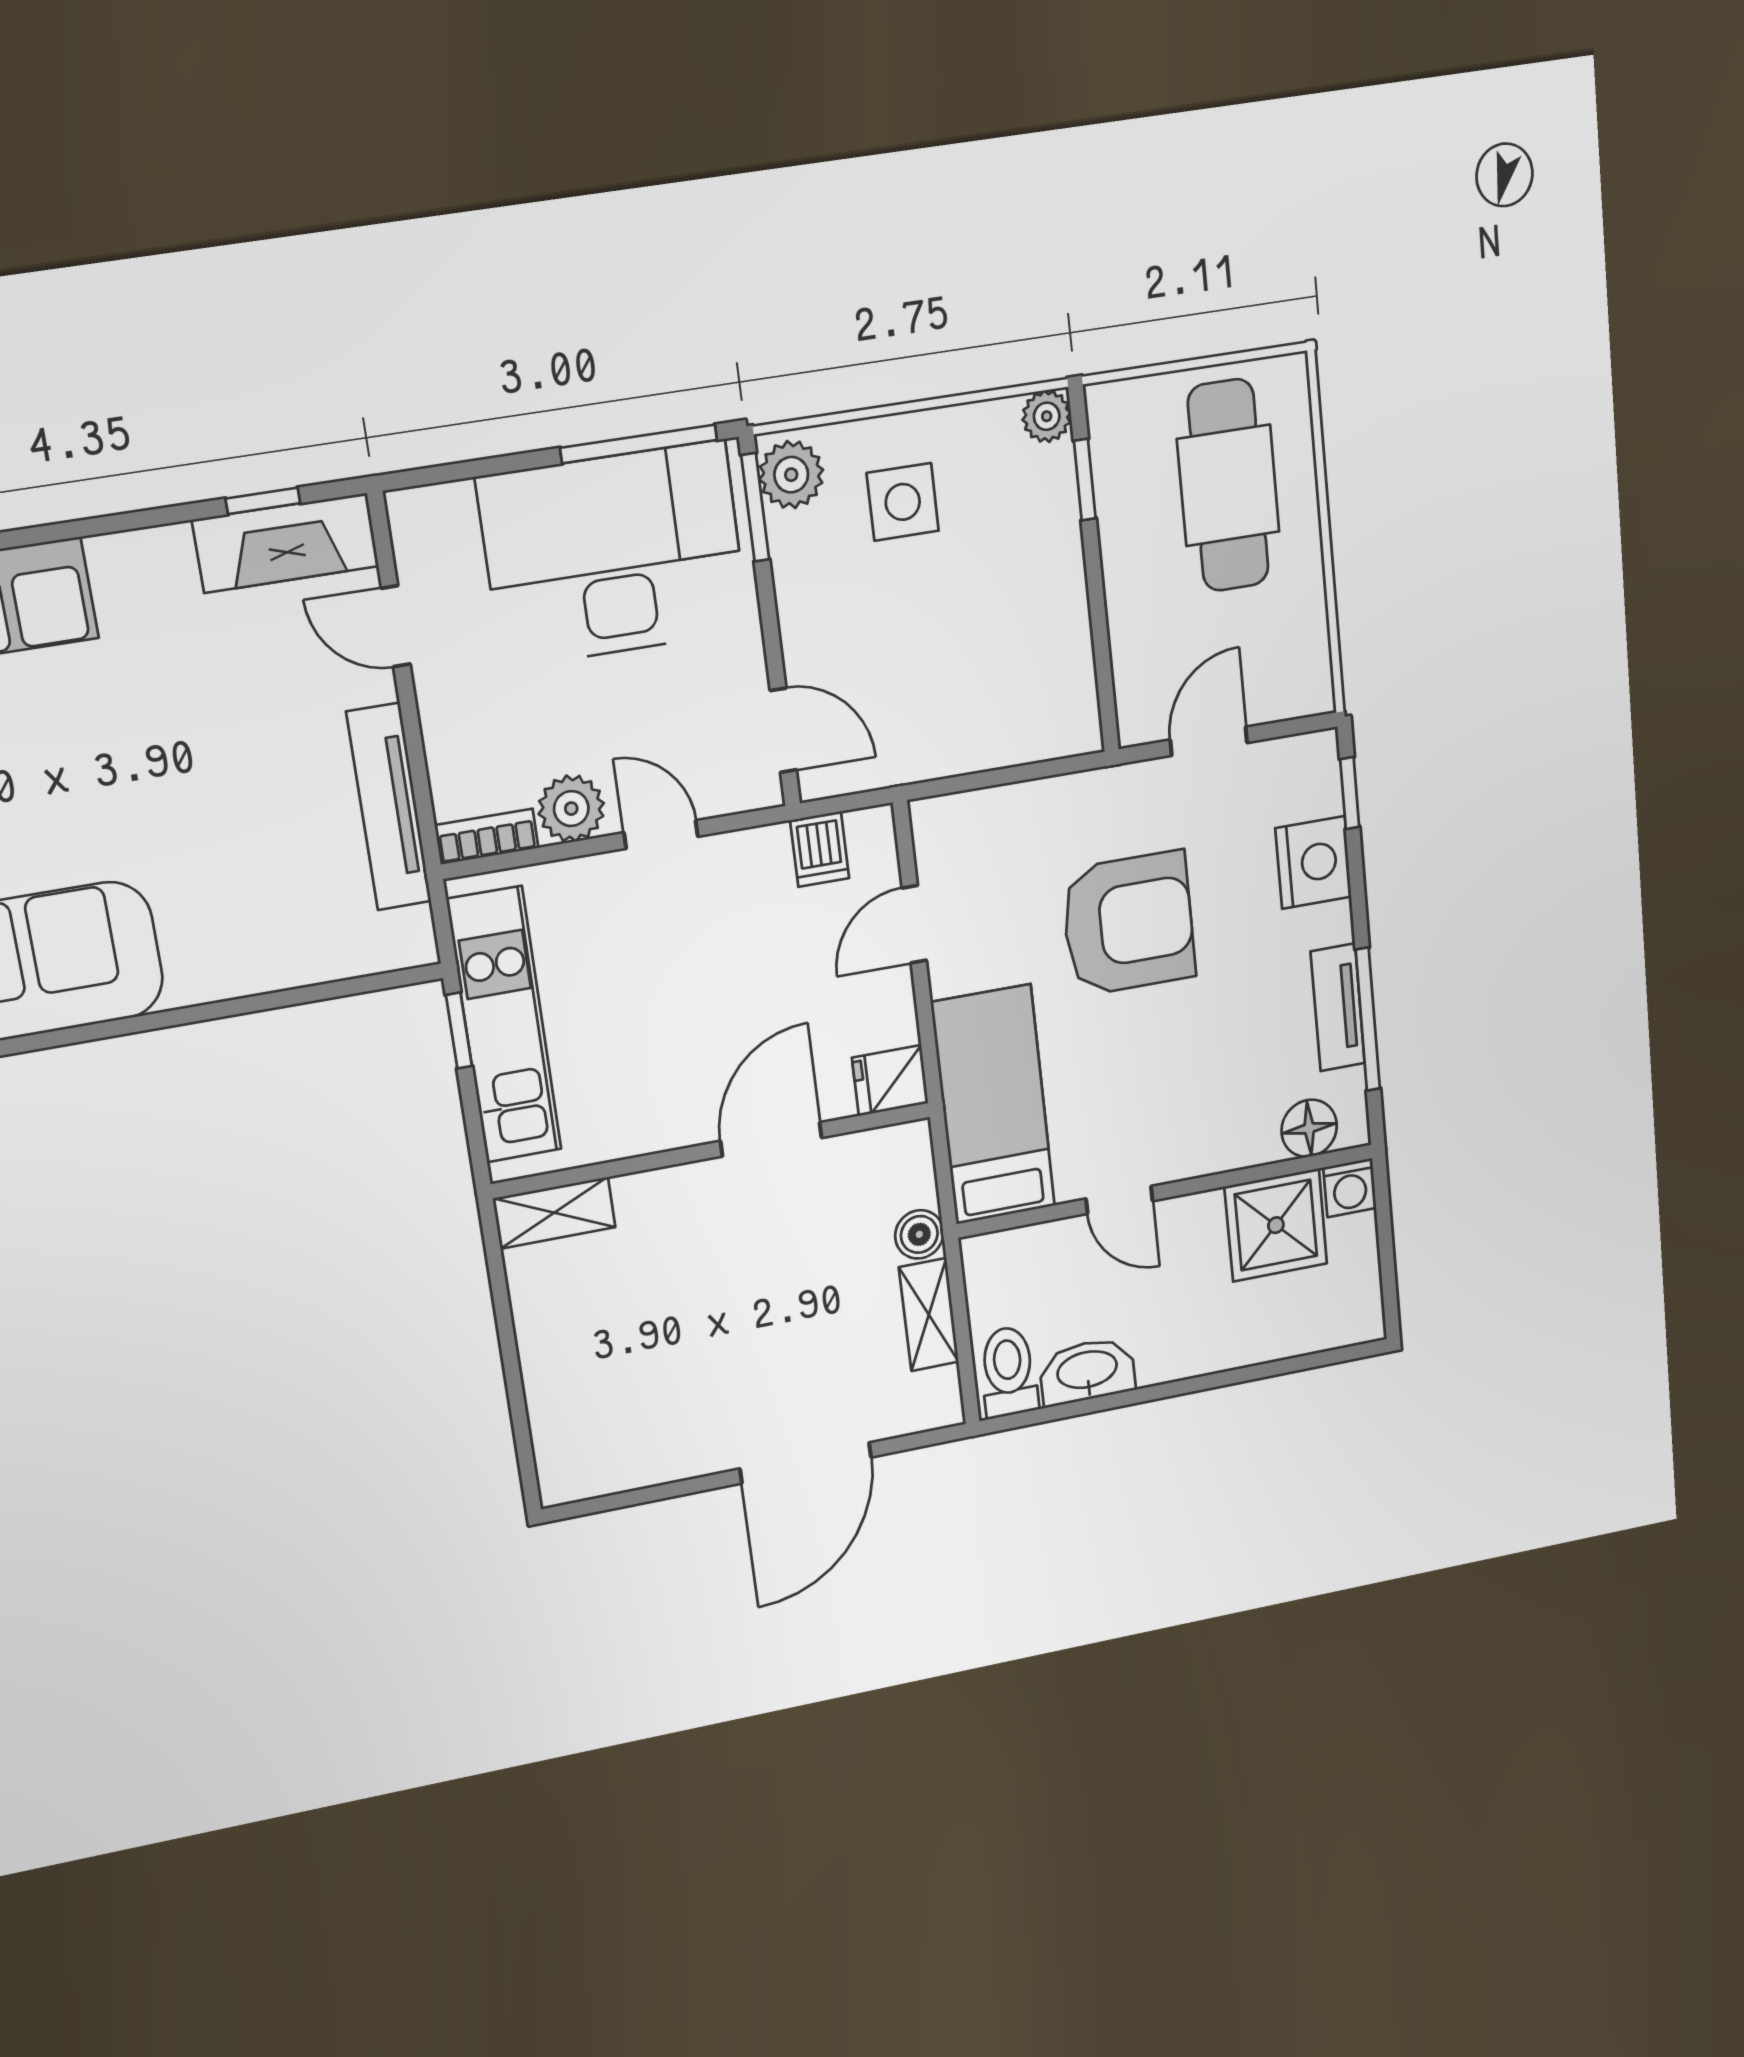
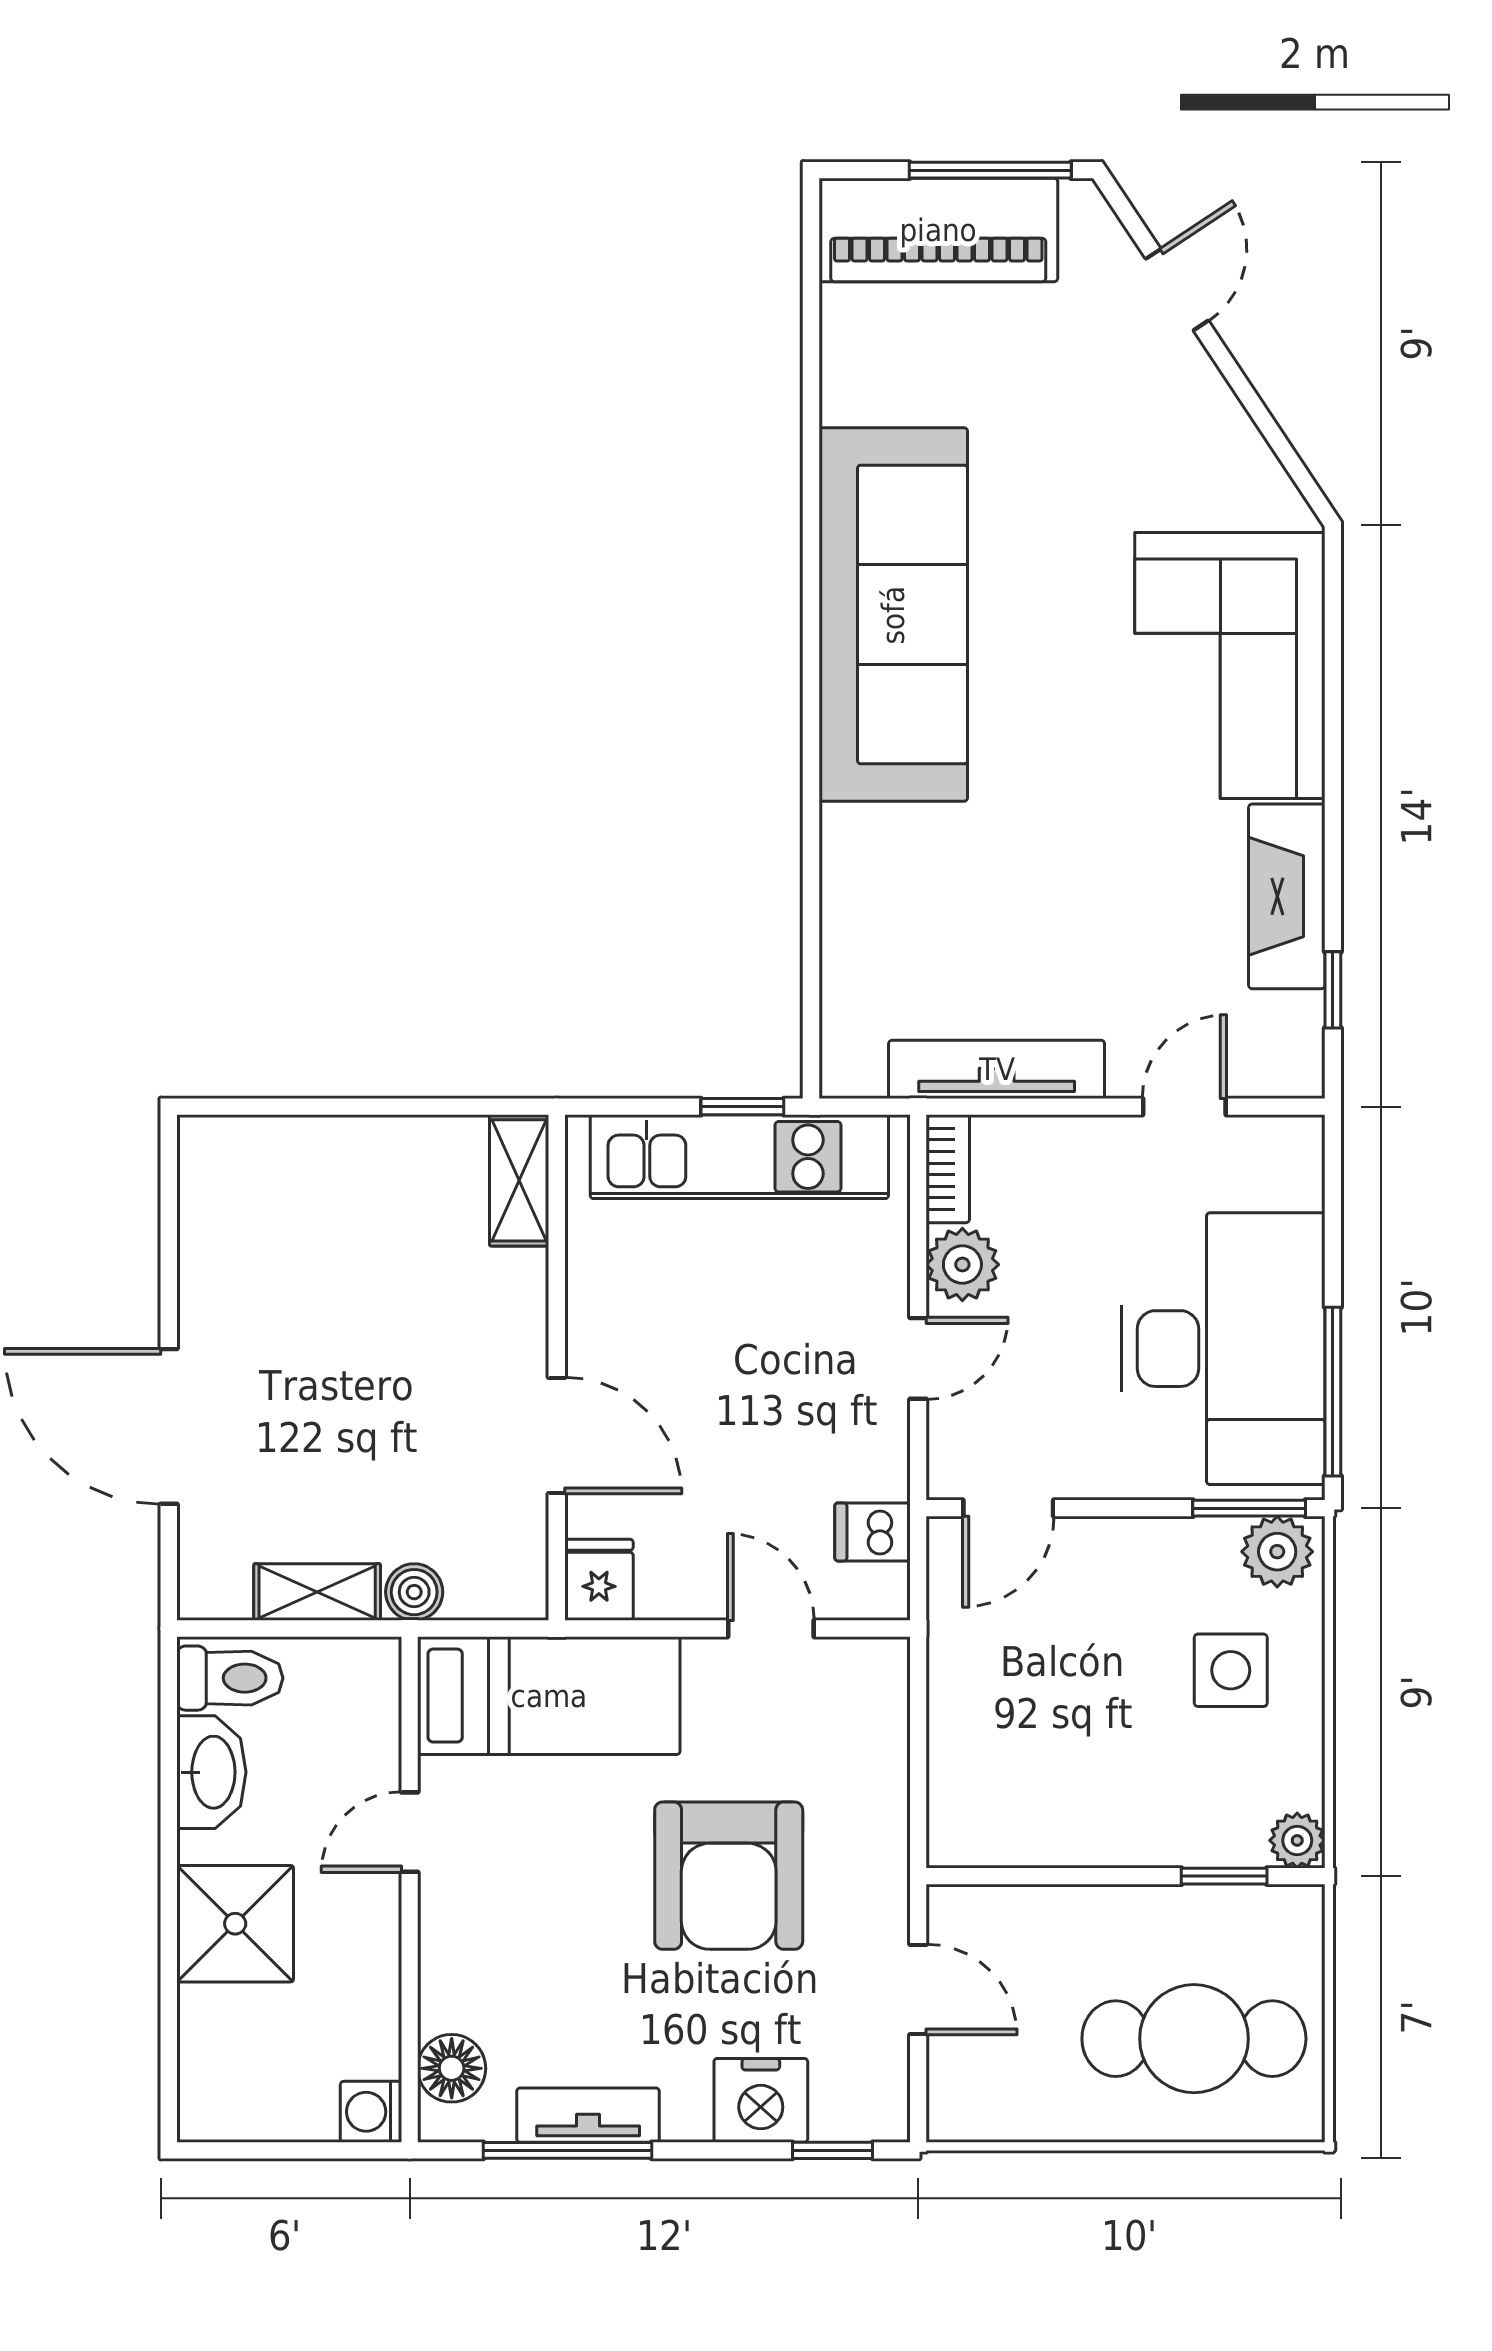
fireplace: (286, 543) -> (1287, 896), moved
shower: (1276, 1225) -> (235, 1924), moved

